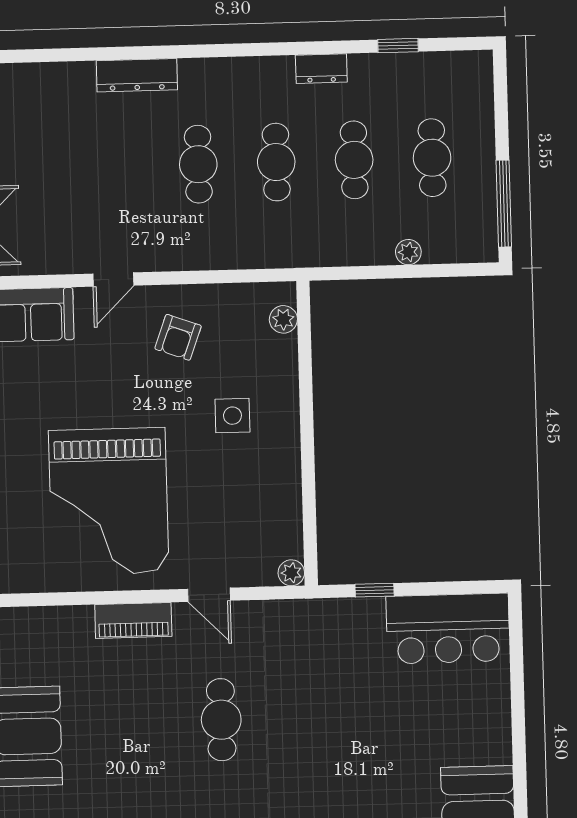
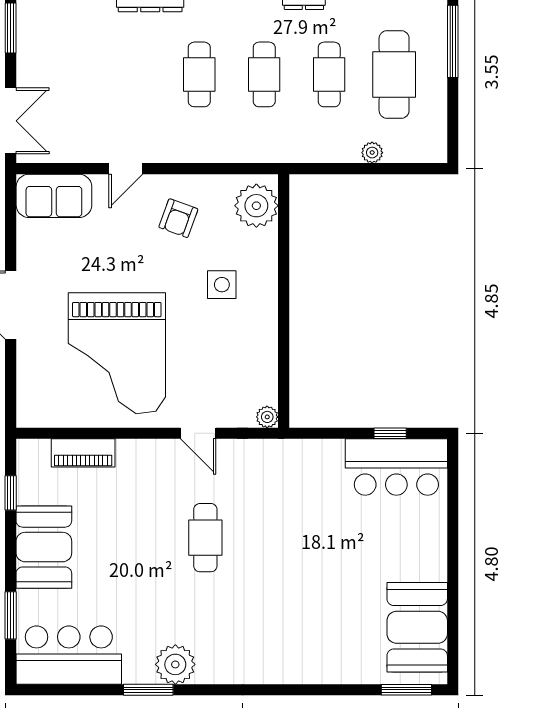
cafe table: (432, 158) -> (394, 74), width x1.37, depth x1.35
window: (504, 204) -> (453, 41), moved
plant: (283, 319) -> (256, 206), width x1.87, depth x1.87
window: (375, 590) -> (390, 433), moved
piano: (133, 620) -> (83, 453), moved

